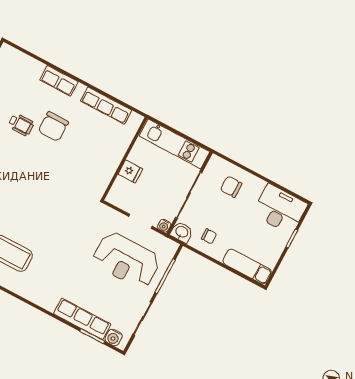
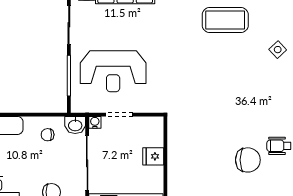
chair: (53, 127) -> (248, 160), turned 90
reception desk: (126, 260) -> (113, 71), turned 180

